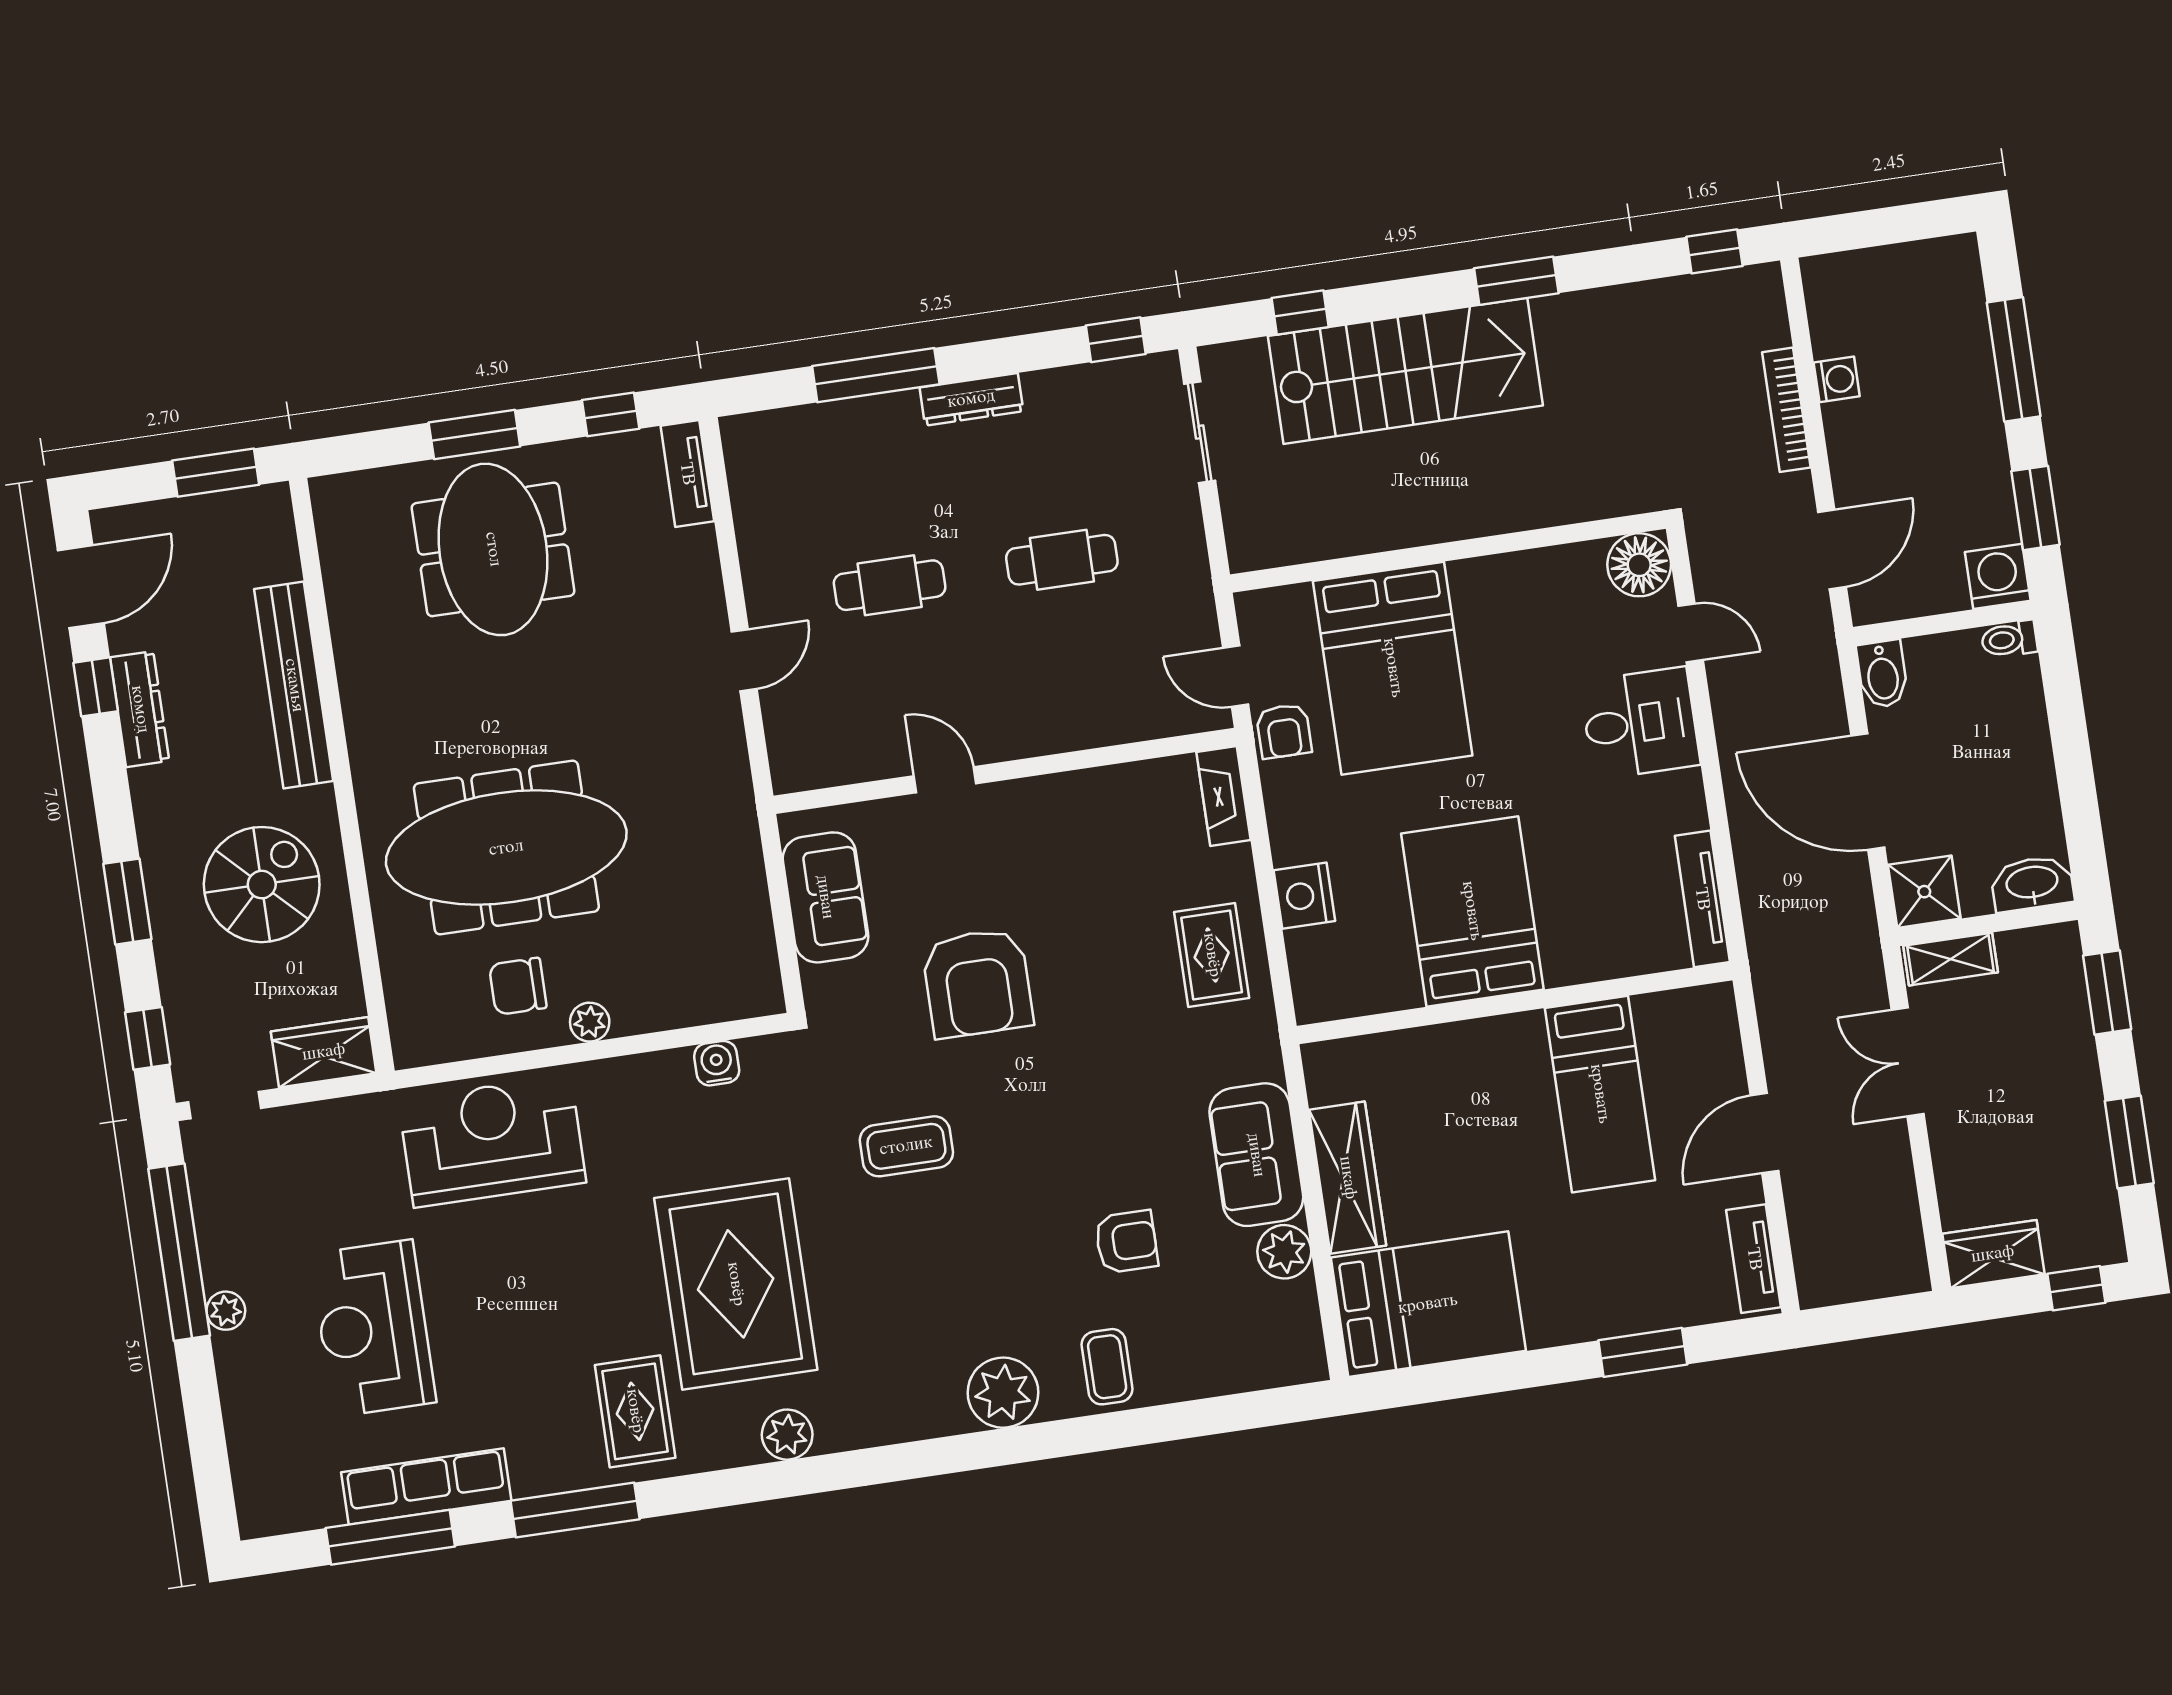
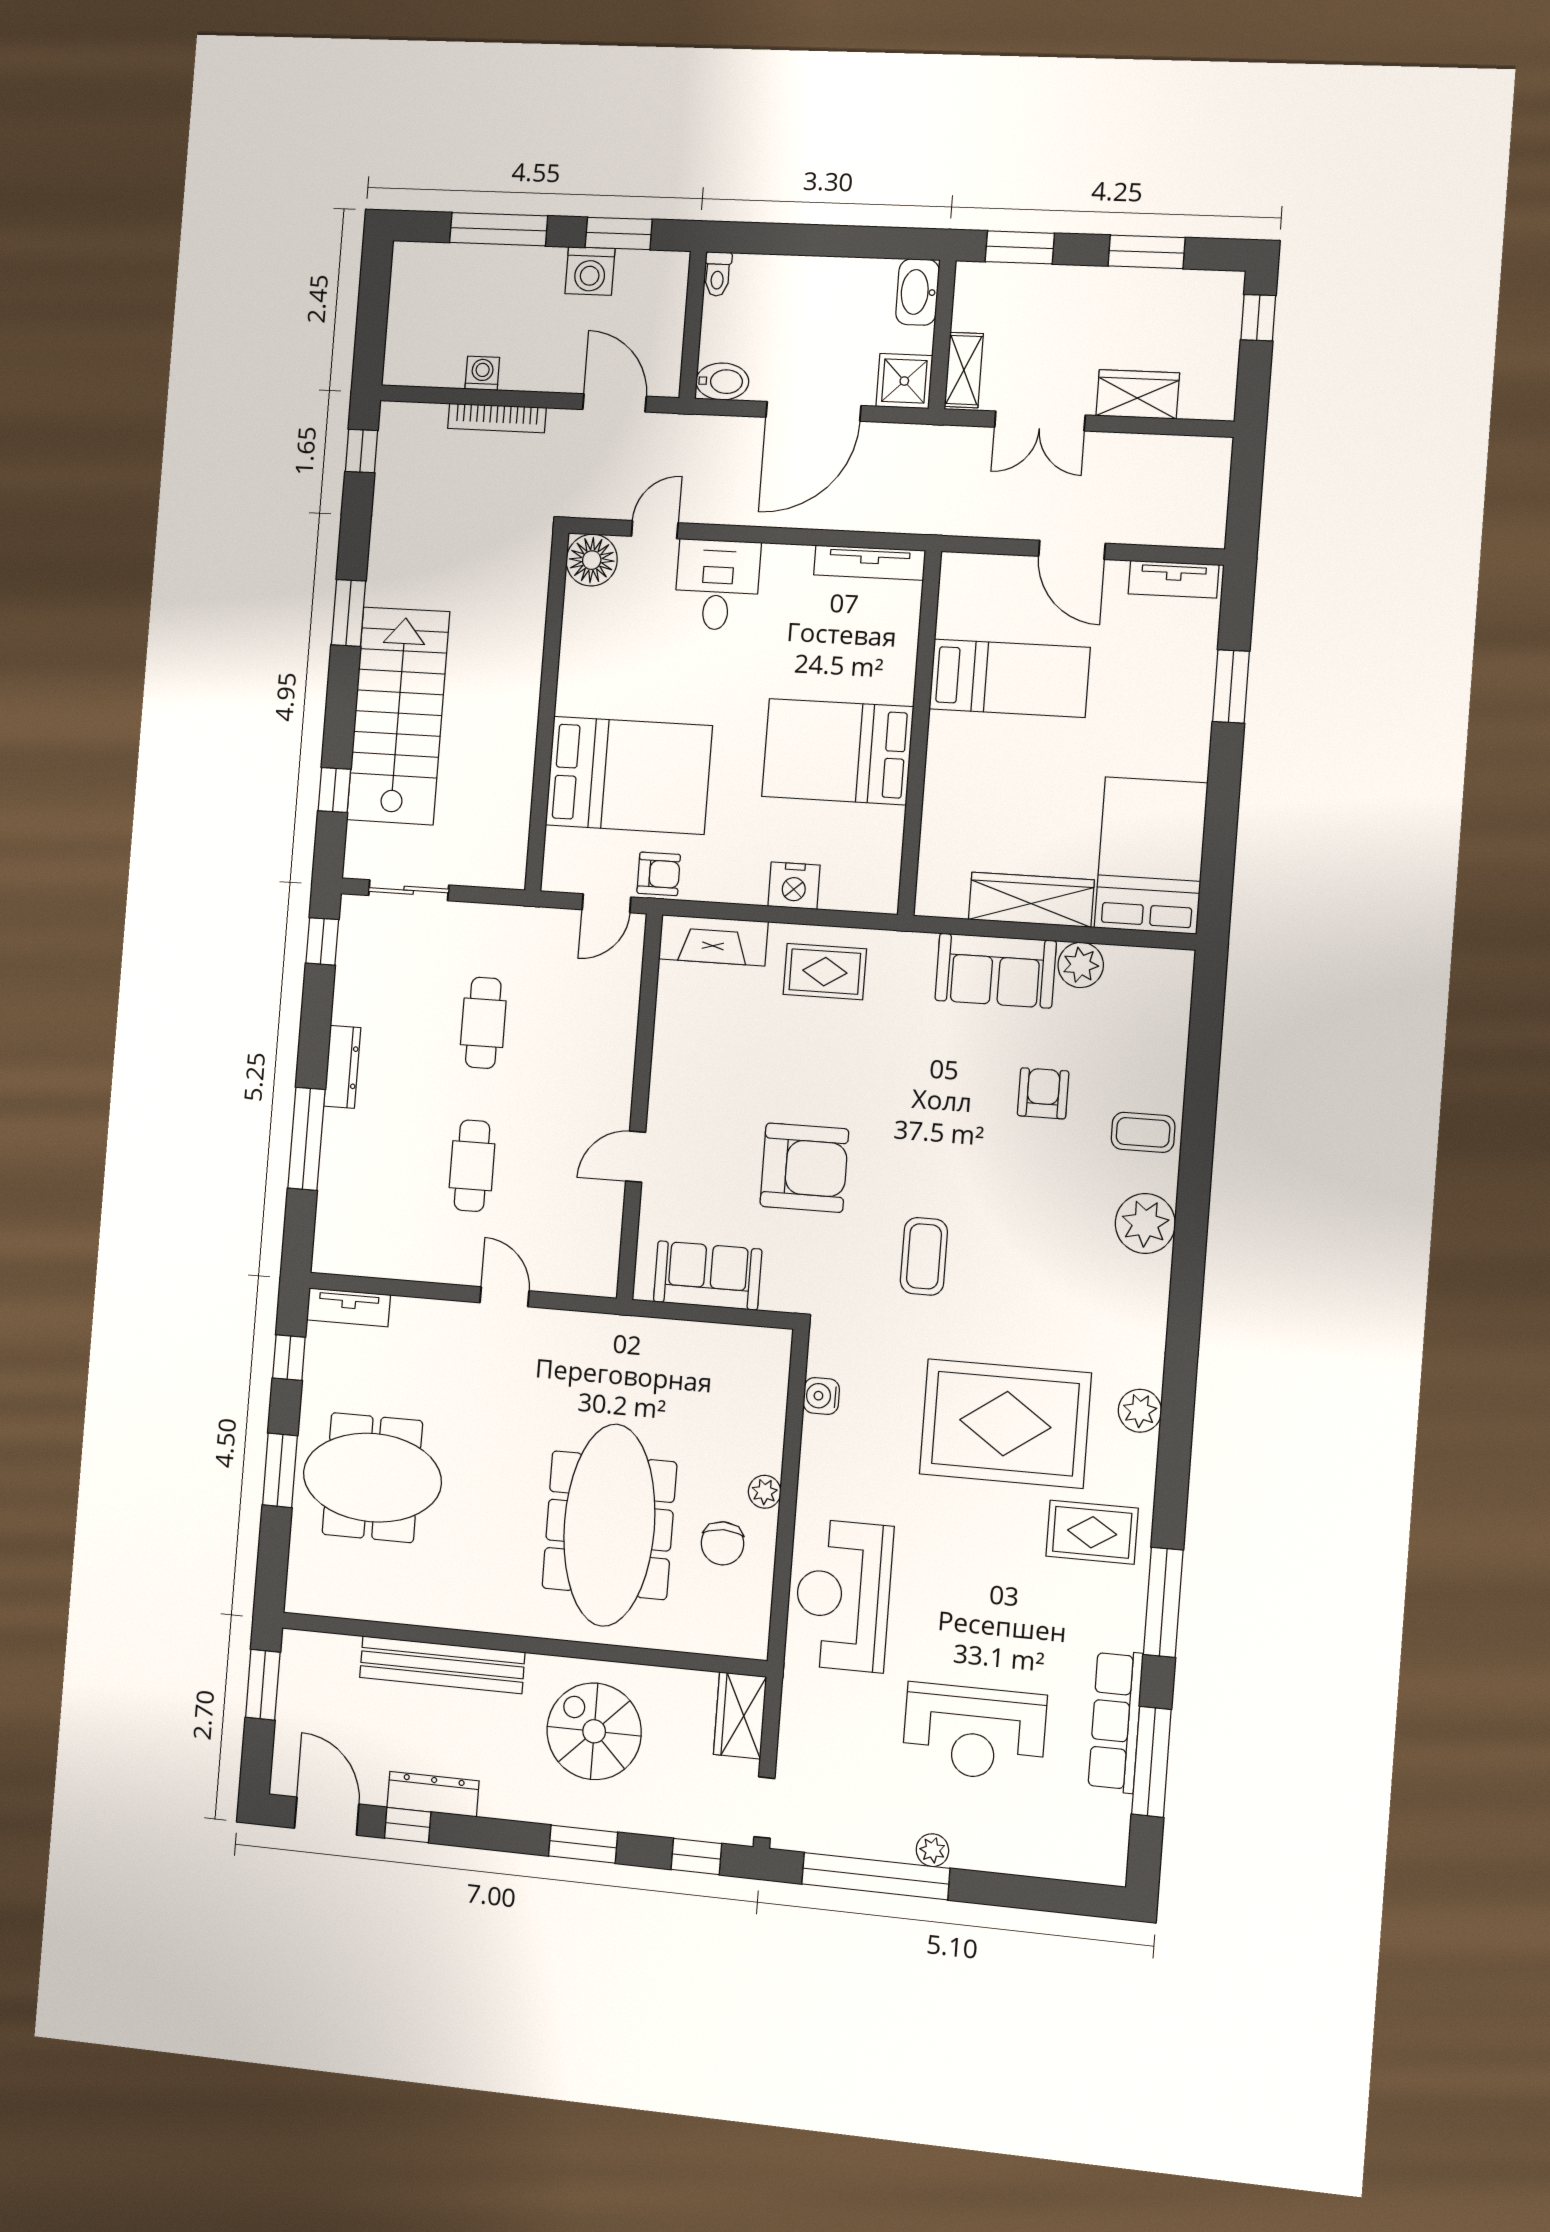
washing machine: (1998, 576) -> (590, 271), moved, turned -90
fireplace: (1223, 796) -> (713, 940), width x1.37, depth x1.32
wardrobe: (1993, 1254) -> (1138, 394), moved, turned 90

